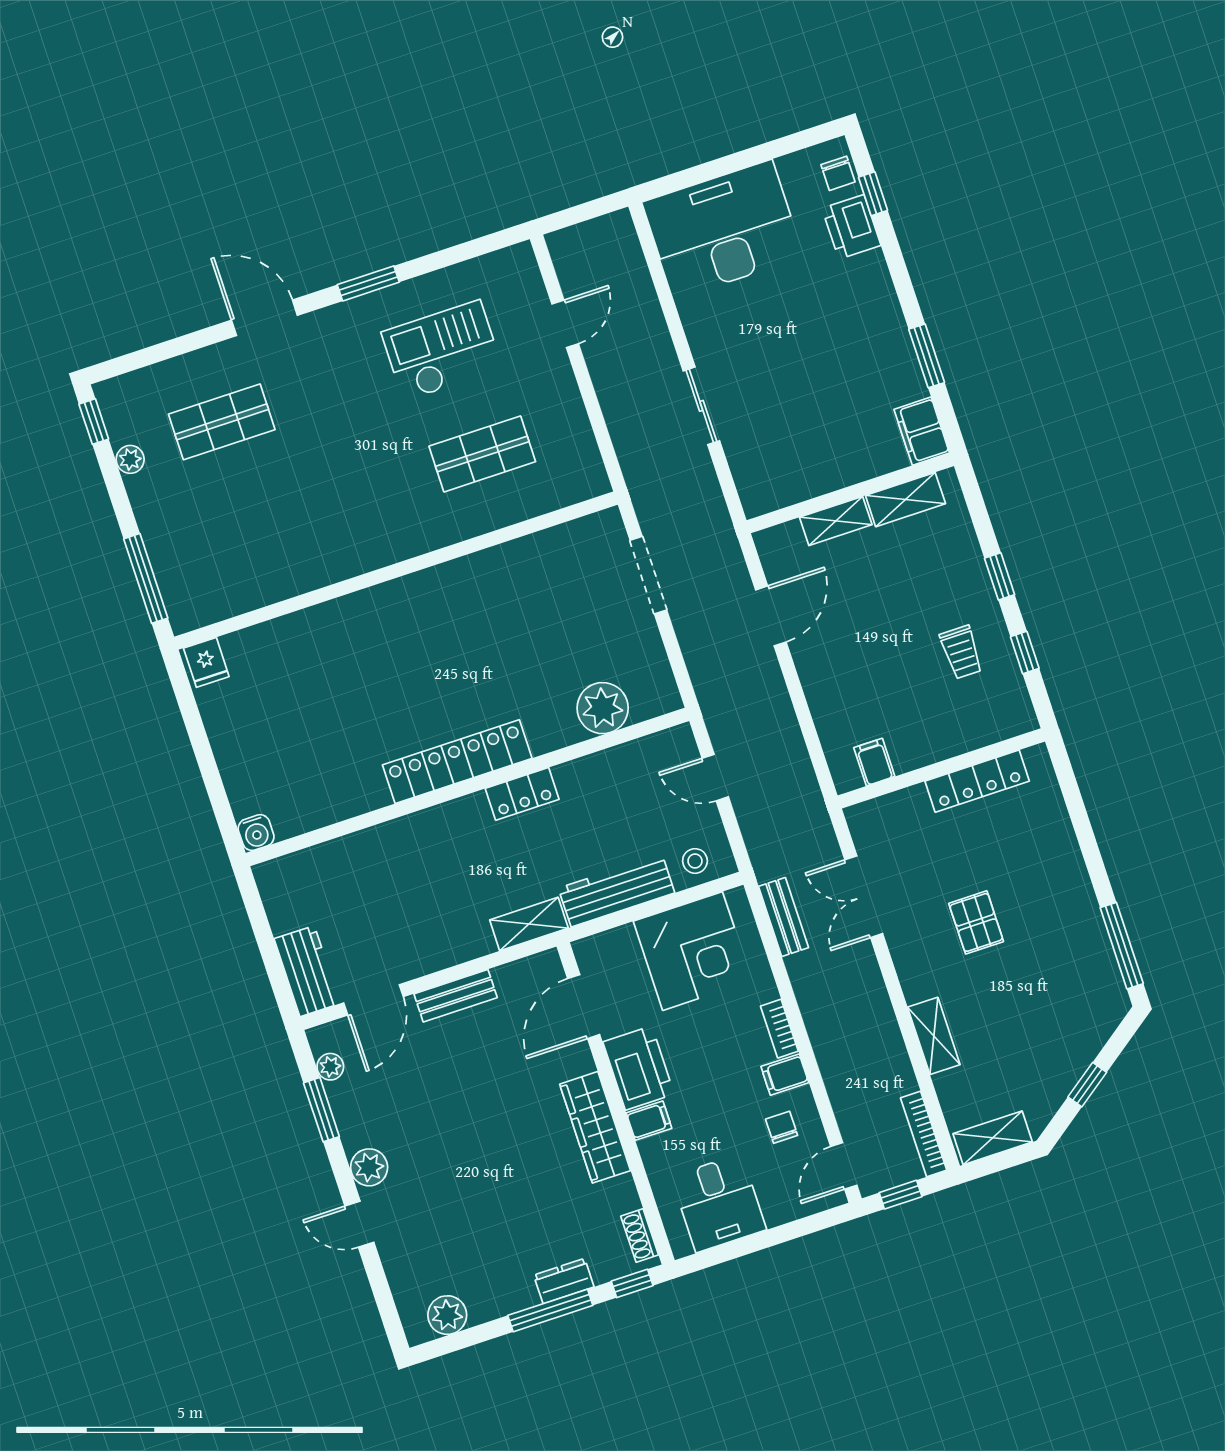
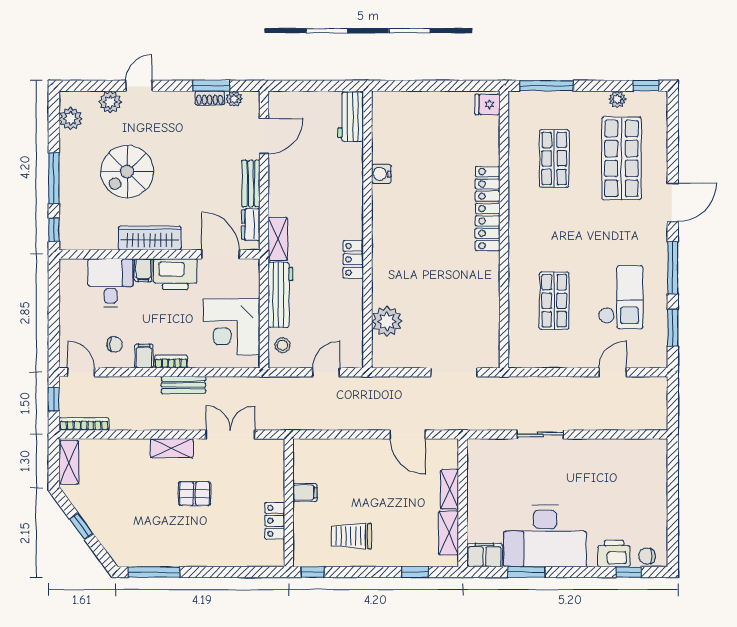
desk: (723, 230) -> (545, 536), moved, turned 90
window: (463, 252) -> (673, 328), added
window: (368, 283) -> (673, 268), width x1.44
door: (565, 324) -> (613, 372), swing flipped
shop shelf: (222, 422) -> (622, 158), width x1.43, depth x1.36
shop shelf: (257, 528) -> (554, 158), added
window: (1000, 576) -> (415, 572), moved
trolley: (961, 652) -> (351, 536), width x1.36, depth x1.39
window: (1025, 653) -> (313, 572), moved
locker: (457, 762) -> (488, 209), moved, turned 180
filing cabinet: (874, 762) -> (305, 493), moved
locker: (977, 781) -> (275, 521), width x0.66
water cooler: (256, 833) -> (381, 174), moved
bench: (783, 917) -> (183, 385), moved
workbench: (307, 971) -> (351, 117), moved, turned 90
door: (374, 1000) -> (264, 136), swing flipped
shelving: (934, 1036) -> (172, 448), moved
plant: (369, 1167) -> (110, 102), moved
spiral stairs: (501, 1198) -> (127, 172), added
desk: (719, 1203) -> (111, 283), moved, turned 90
shoe rack: (640, 1235) -> (210, 98), moved, turned 180
dresser: (564, 1281) -> (251, 225), moved, turned 180

